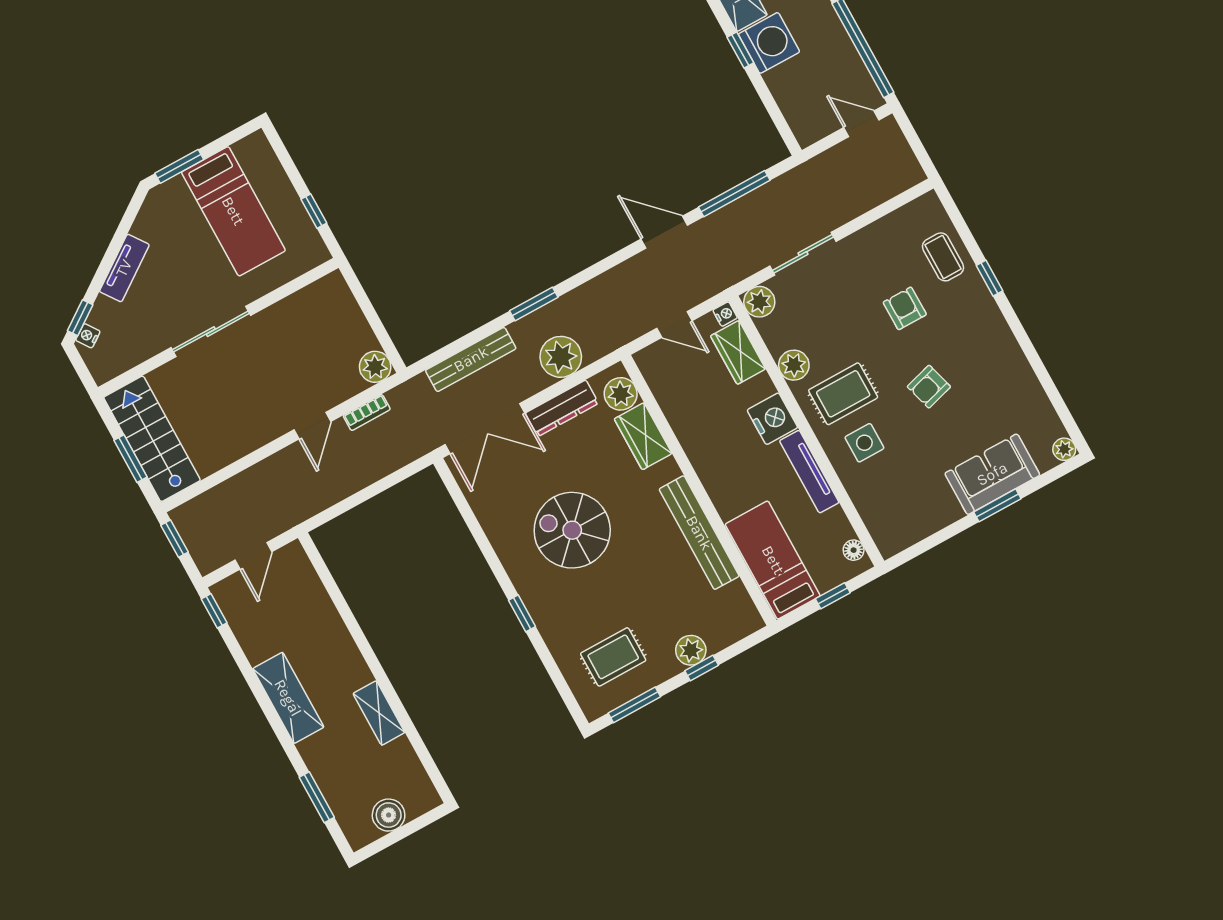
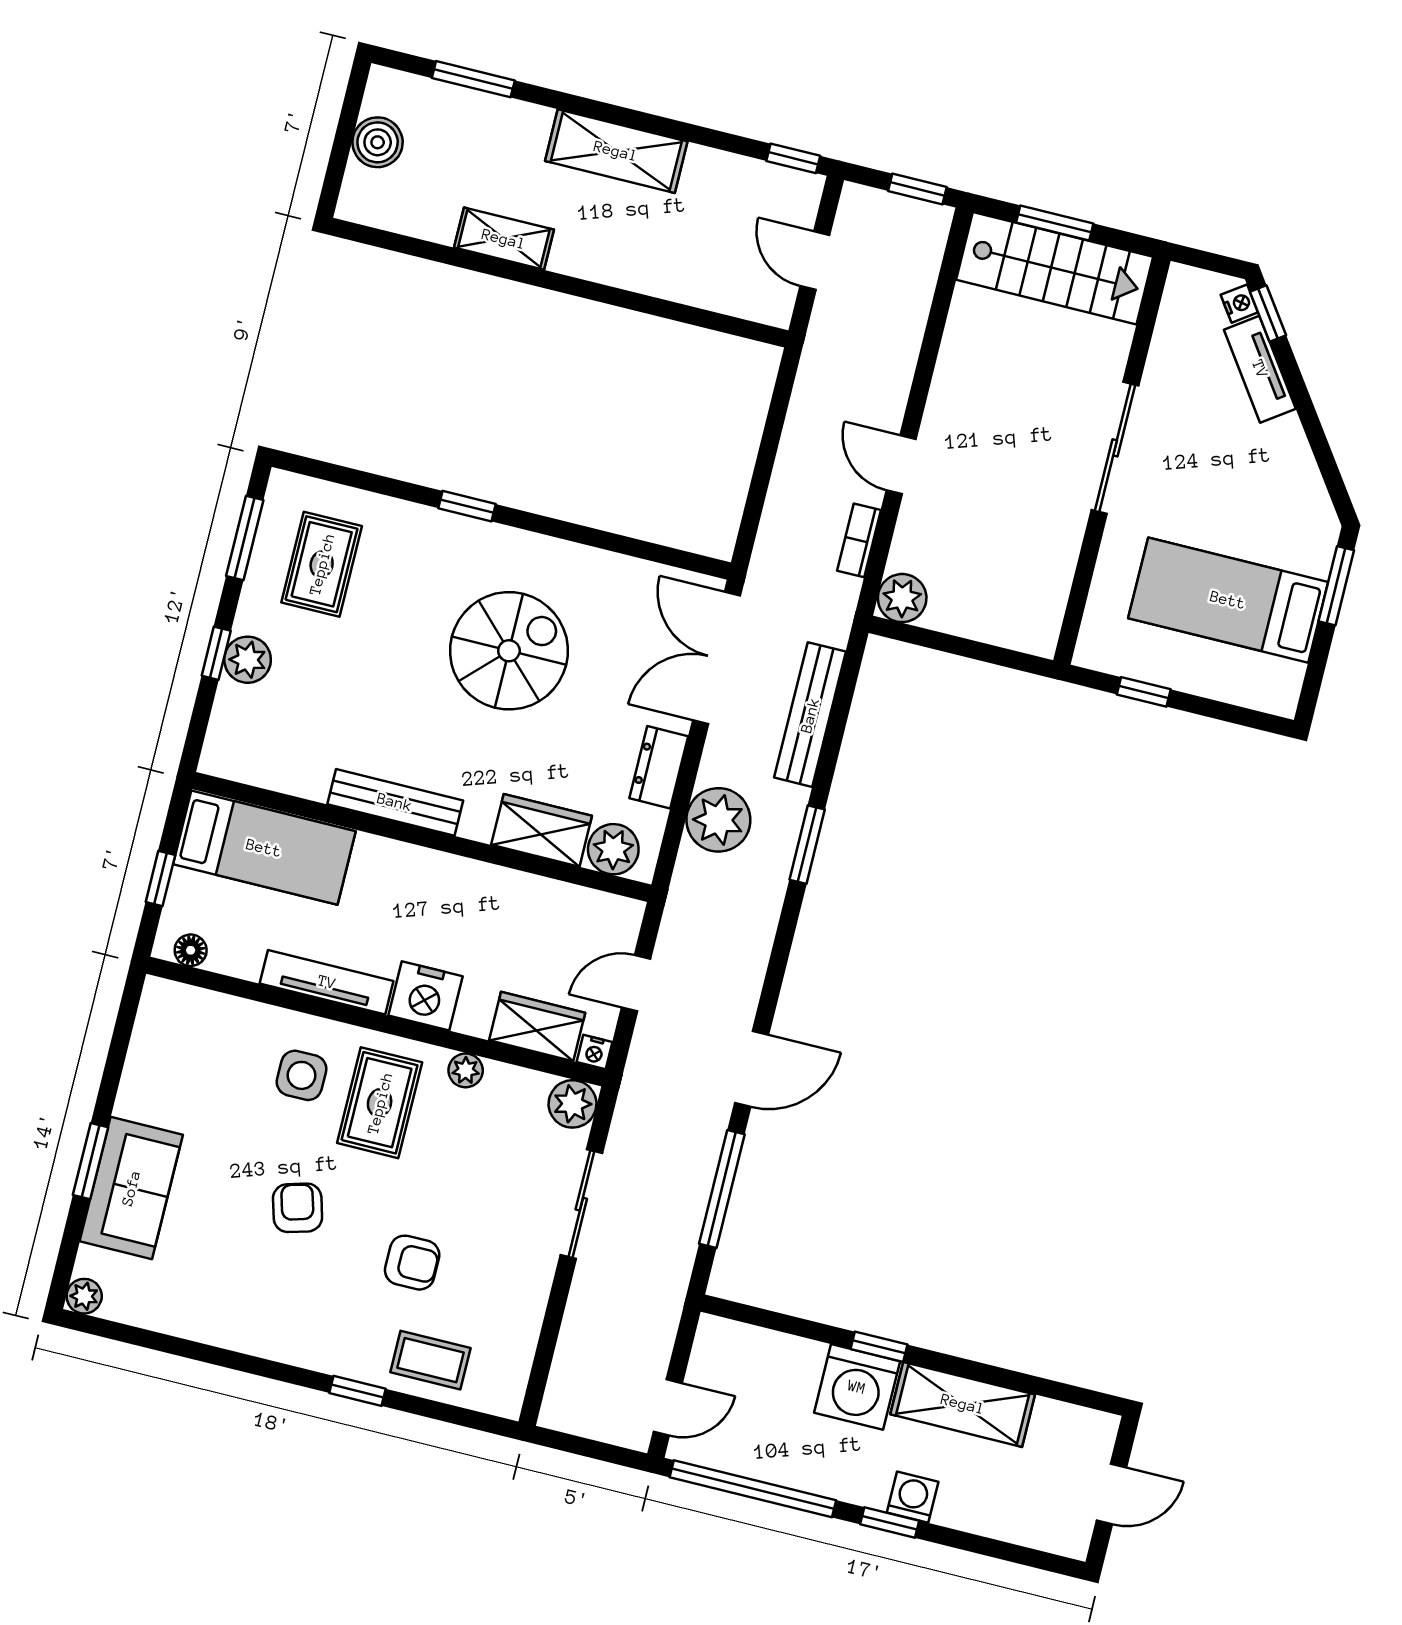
tv unit: (124, 268) -> (1260, 369), moved
plant: (794, 365) -> (466, 1070), width x0.73, depth x0.73
dresser: (562, 408) -> (659, 767), width x0.70
bench: (699, 533) -> (395, 802), width x0.73, depth x0.82

